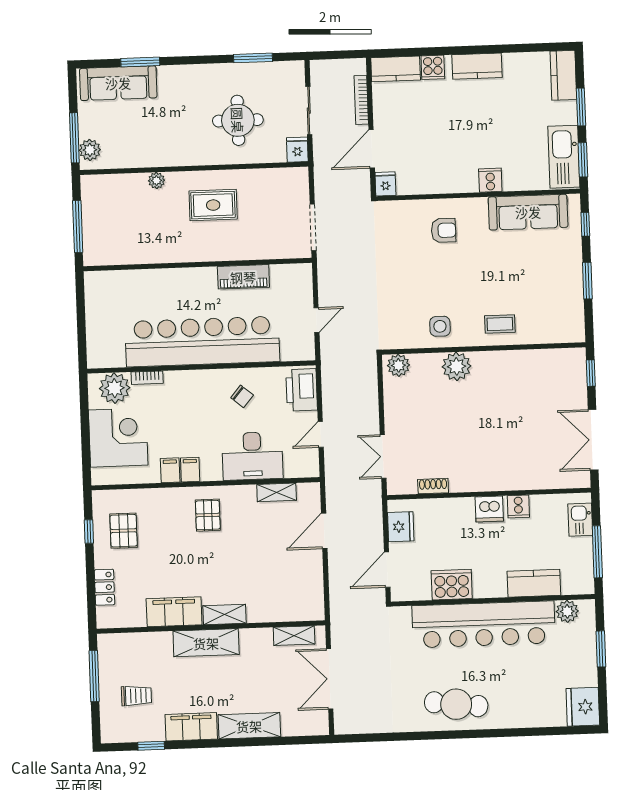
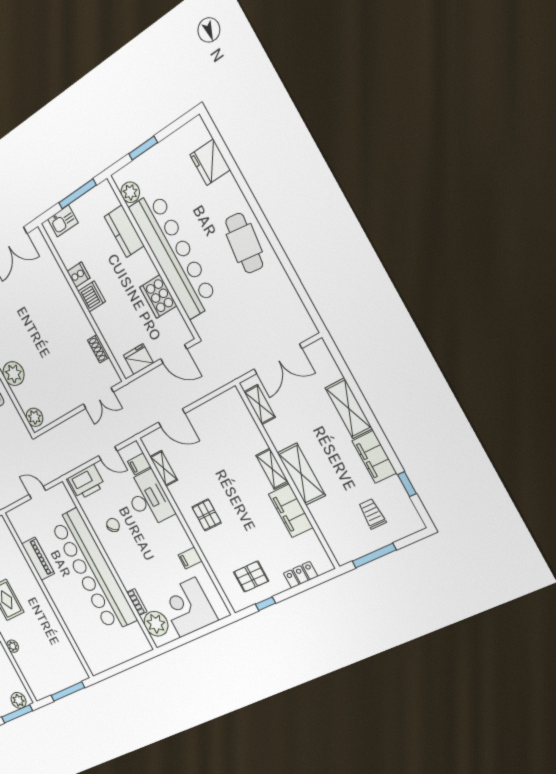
filing cabinet: (190, 470) -> (139, 464), moved
pallet: (208, 515) -> (207, 515), turned 90
fridge: (583, 707) -> (210, 162), moved, turned 90

